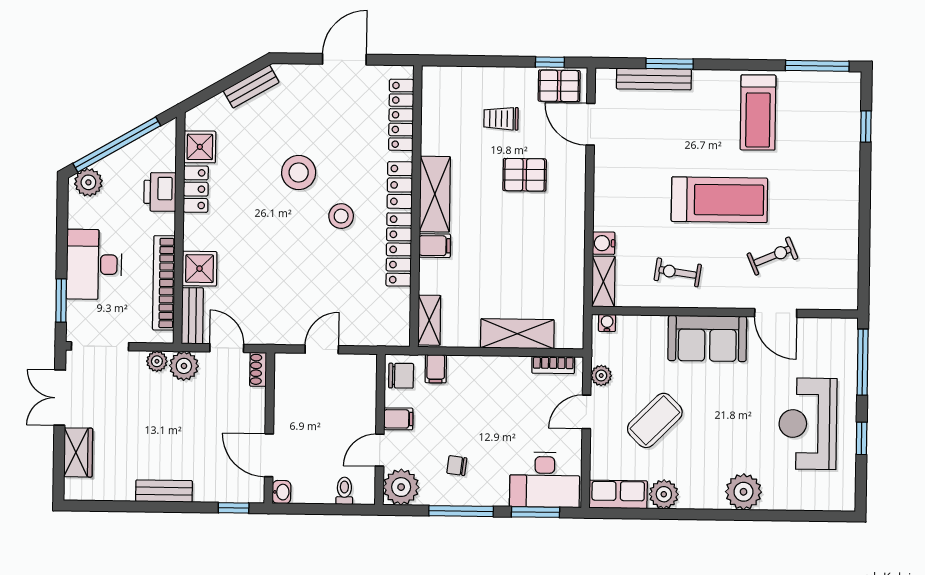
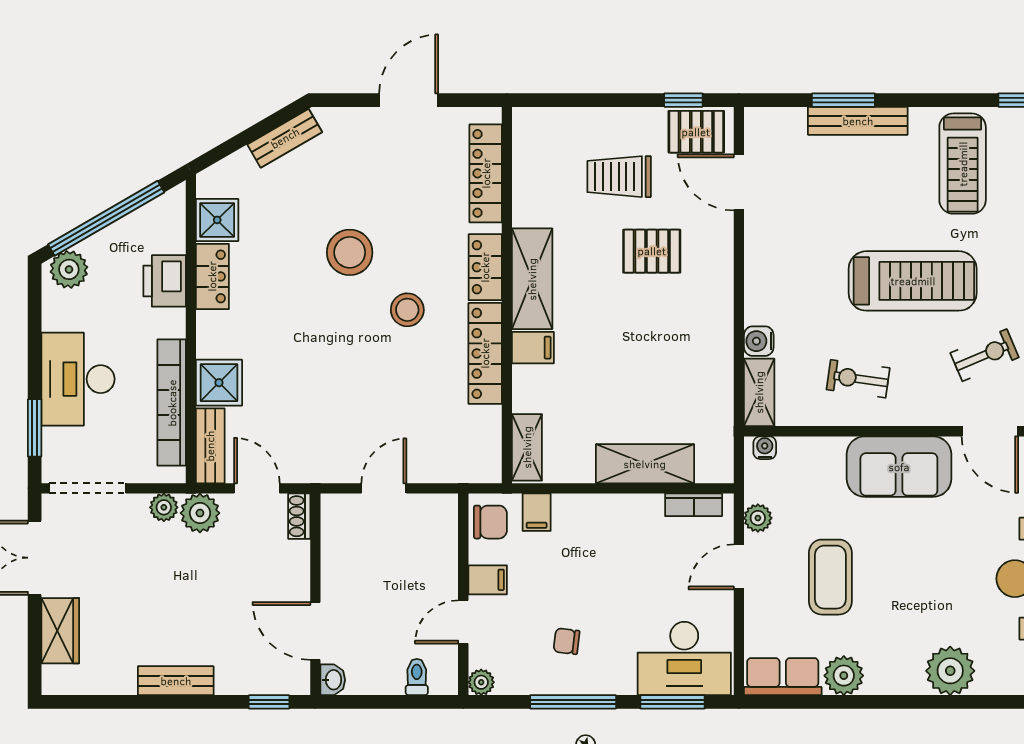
bench: (654, 79) -> (858, 121), moved
trolley: (501, 119) -> (619, 177), width x1.36, depth x1.39
coffee table: (655, 420) -> (830, 577), turned -45
plant: (401, 487) -> (481, 682), width x0.53, depth x0.53

